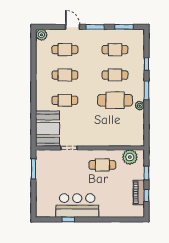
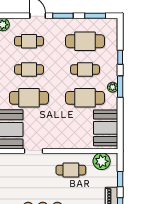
cafe table: (115, 50) -> (85, 41), width x1.37, depth x1.35
cafe table: (65, 100) -> (29, 98), width x1.37, depth x1.35
plant: (140, 106) -> (113, 87), moved
booth: (133, 127) -> (106, 128), added

